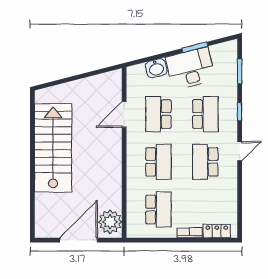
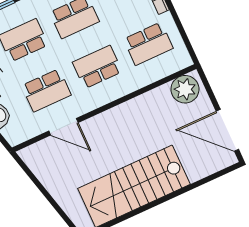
school desk: (158, 210) -> (148, 44), turned 180
door: (79, 240) -> (227, 130), moved

